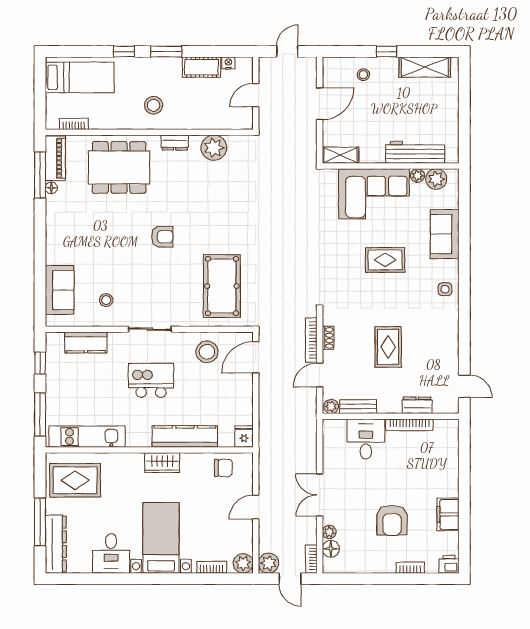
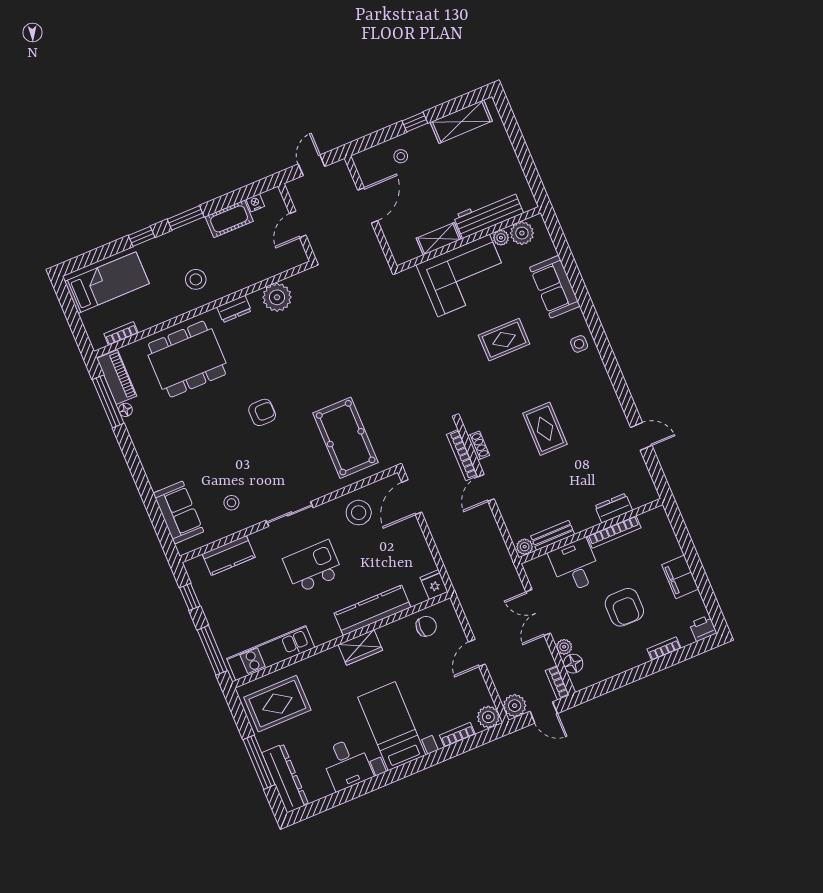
shelving: (340, 155) -> (439, 239), moved
dresser: (417, 405) -> (614, 508), moved
plant: (331, 406) -> (525, 547), moved
bench: (358, 407) -> (553, 535), moved
wall: (391, 416) -> (591, 531), moved
bookcase: (409, 425) -> (614, 532), moved
desk: (366, 439) -> (575, 566), moved

